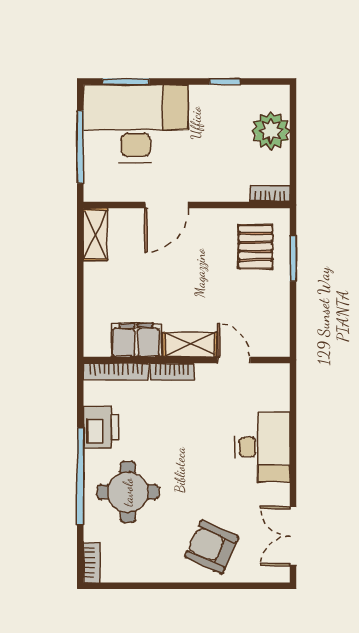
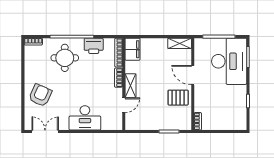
plant: (271, 131) -> (226, 122), removed
pallet: (255, 247) -> (178, 98), moved
filing cabinet: (136, 340) -> (133, 49), moved

